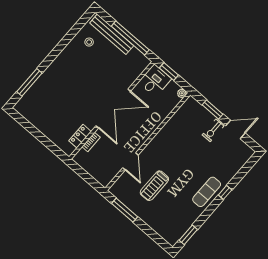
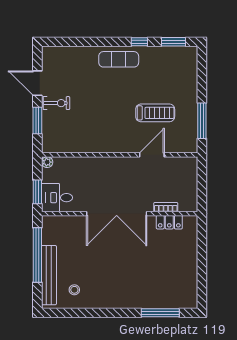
double door: (113, 109) -> (117, 214), swing flipped
window: (225, 192) -> (139, 42), moved

